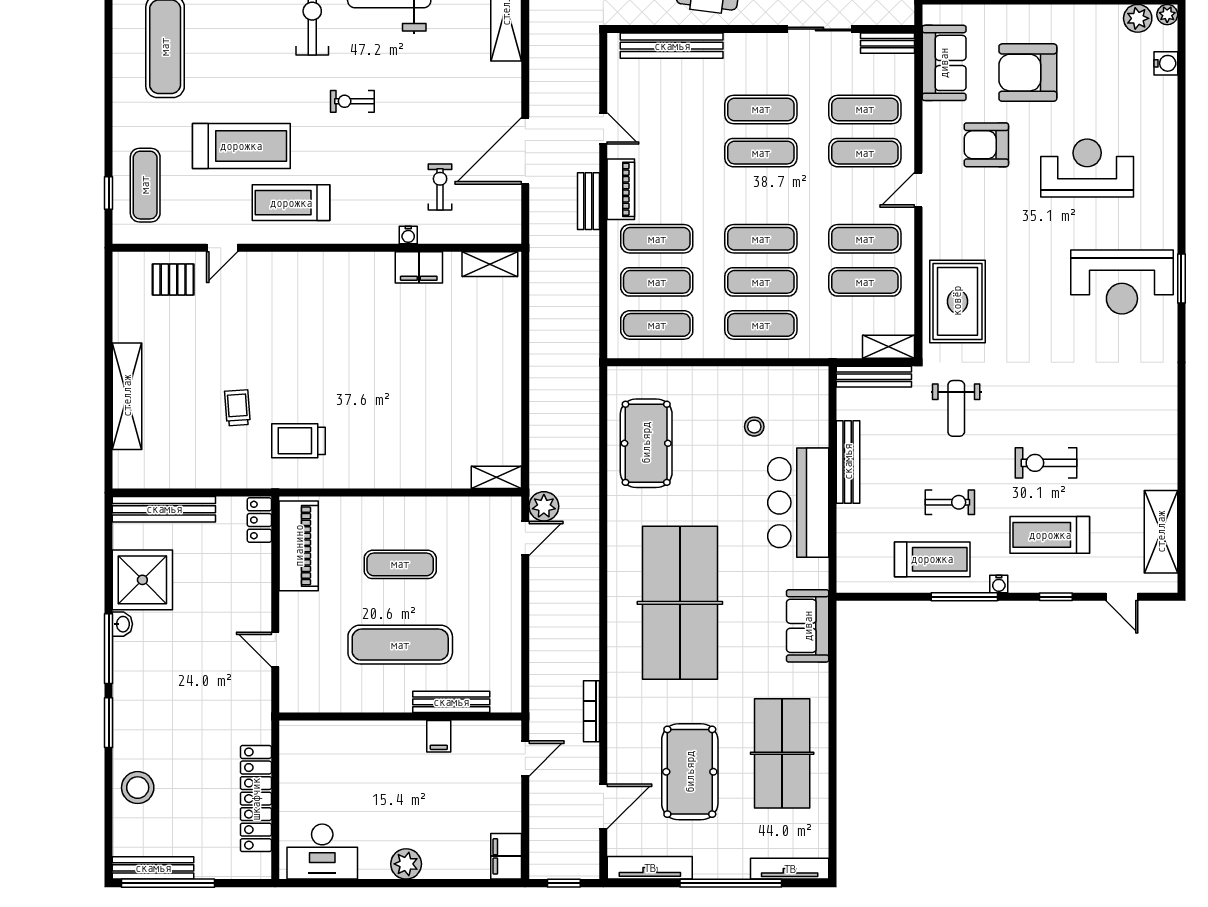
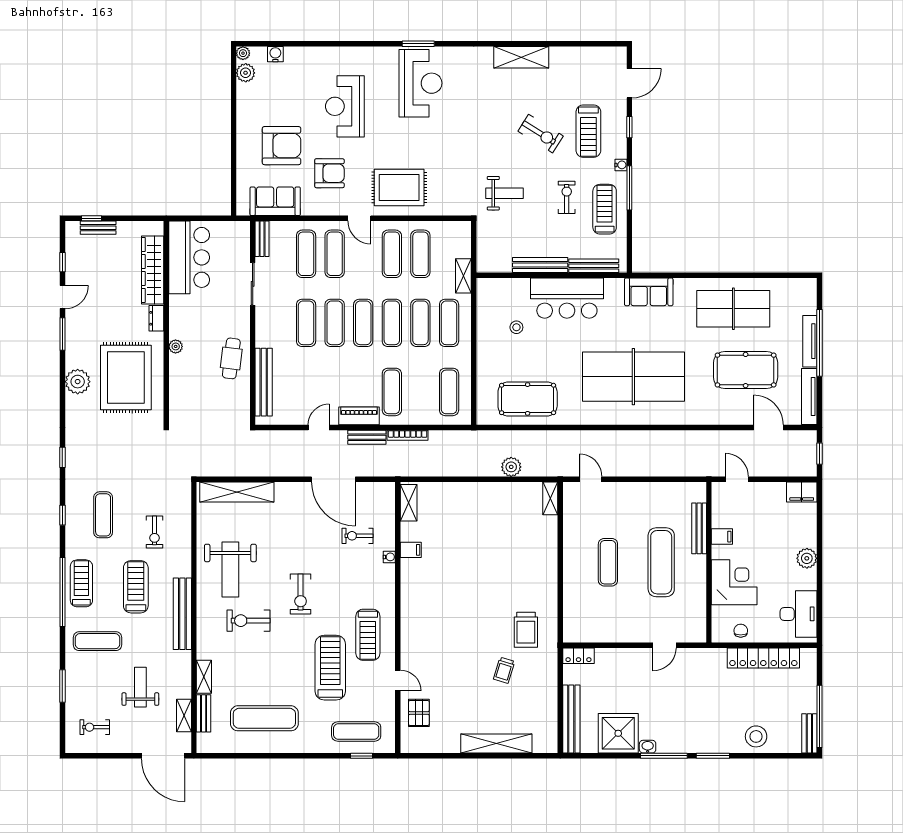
armchair: (1028, 73) -> (282, 146), turned -90
exercise bike: (352, 101) -> (301, 594), width x1.38, depth x1.39
armchair: (986, 145) -> (329, 173), turned -90
filing cabinet: (419, 267) -> (411, 550), width x0.50
exercise mat: (657, 282) -> (363, 323), moved
rug: (957, 301) -> (399, 188), moved
shelving: (888, 347) -> (463, 276), moved
bench: (874, 377) -> (594, 266), moved, turned 90
trolley: (237, 408) -> (504, 670), turned -69
exercise bike: (1046, 463) -> (541, 134), turned -58
plant: (544, 506) -> (511, 467), moved
shelving: (1161, 532) -> (521, 57), moved
piano: (299, 546) -> (596, 630), removed
door: (1122, 597) -> (629, 83), width x1.38
bookcase: (592, 711) -> (408, 435), moved
corner desk: (370, 755) -> (734, 582), added
chair: (297, 764) -> (741, 631), added
bench: (153, 868) -> (809, 733), width x0.73
tv unit: (790, 869) -> (810, 341), moved

